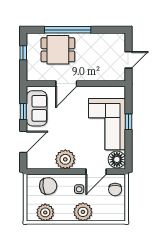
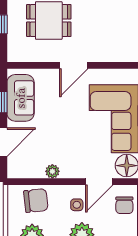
door: (66, 84) -> (74, 65), moved
plant: (65, 159) -> (52, 171), width x0.53, depth x0.53

